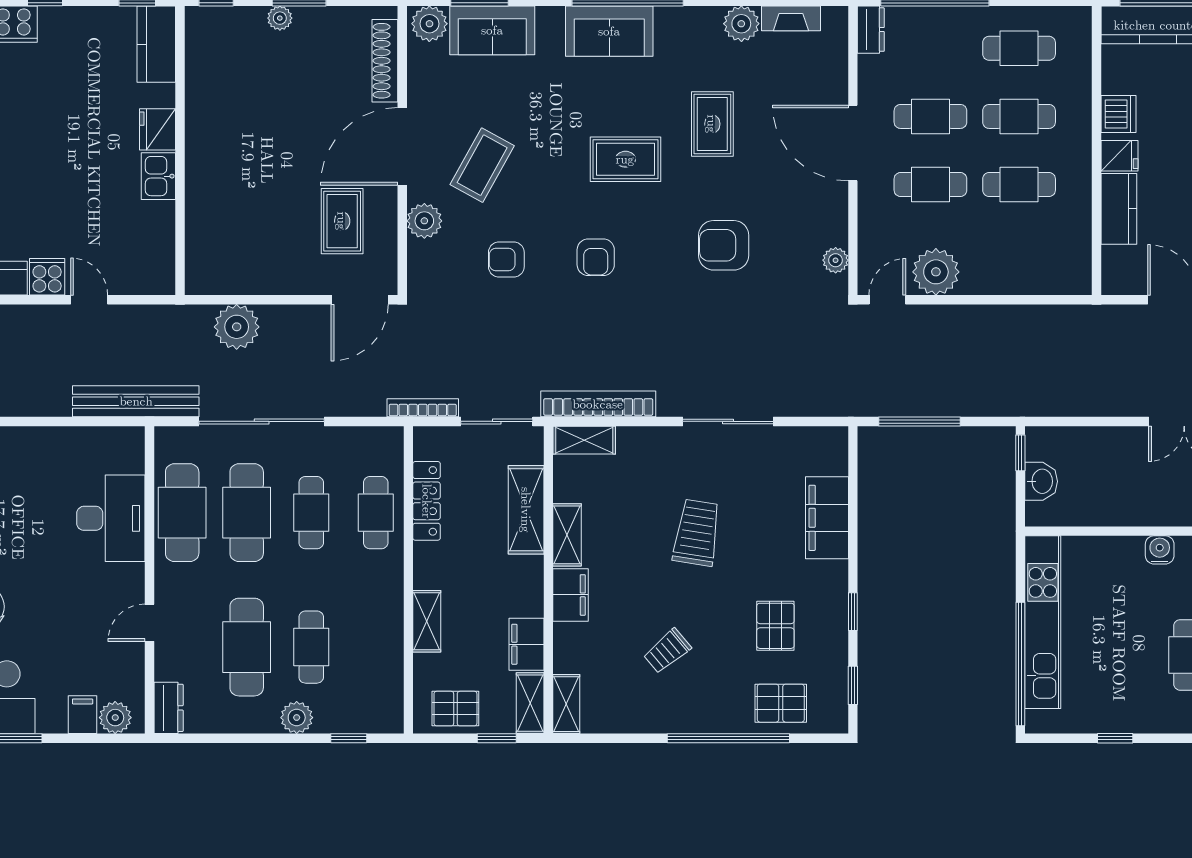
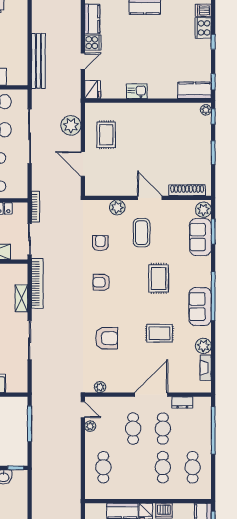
plant: (280, 18) -> (206, 110), moved
dresser: (871, 30) -> (182, 403), moved
sofa: (609, 31) -> (200, 307), moved
fridge: (157, 129) -> (93, 90), moved, turned 90
door: (402, 146) -> (150, 198), width x0.73
rug: (625, 159) -> (159, 278), moved
coffee table: (482, 165) -> (142, 233), turned 61
cafe table: (1019, 185) -> (103, 467), moved
rug: (342, 221) -> (106, 135), moved, turned 90
armchair: (724, 245) -> (107, 338), turned 90
plant: (936, 272) -> (90, 426), width x0.53, depth x0.53
door: (360, 300) -> (83, 164), moved
bench: (136, 401) -> (38, 61), moved
shelving: (584, 440) -> (21, 298), moved

